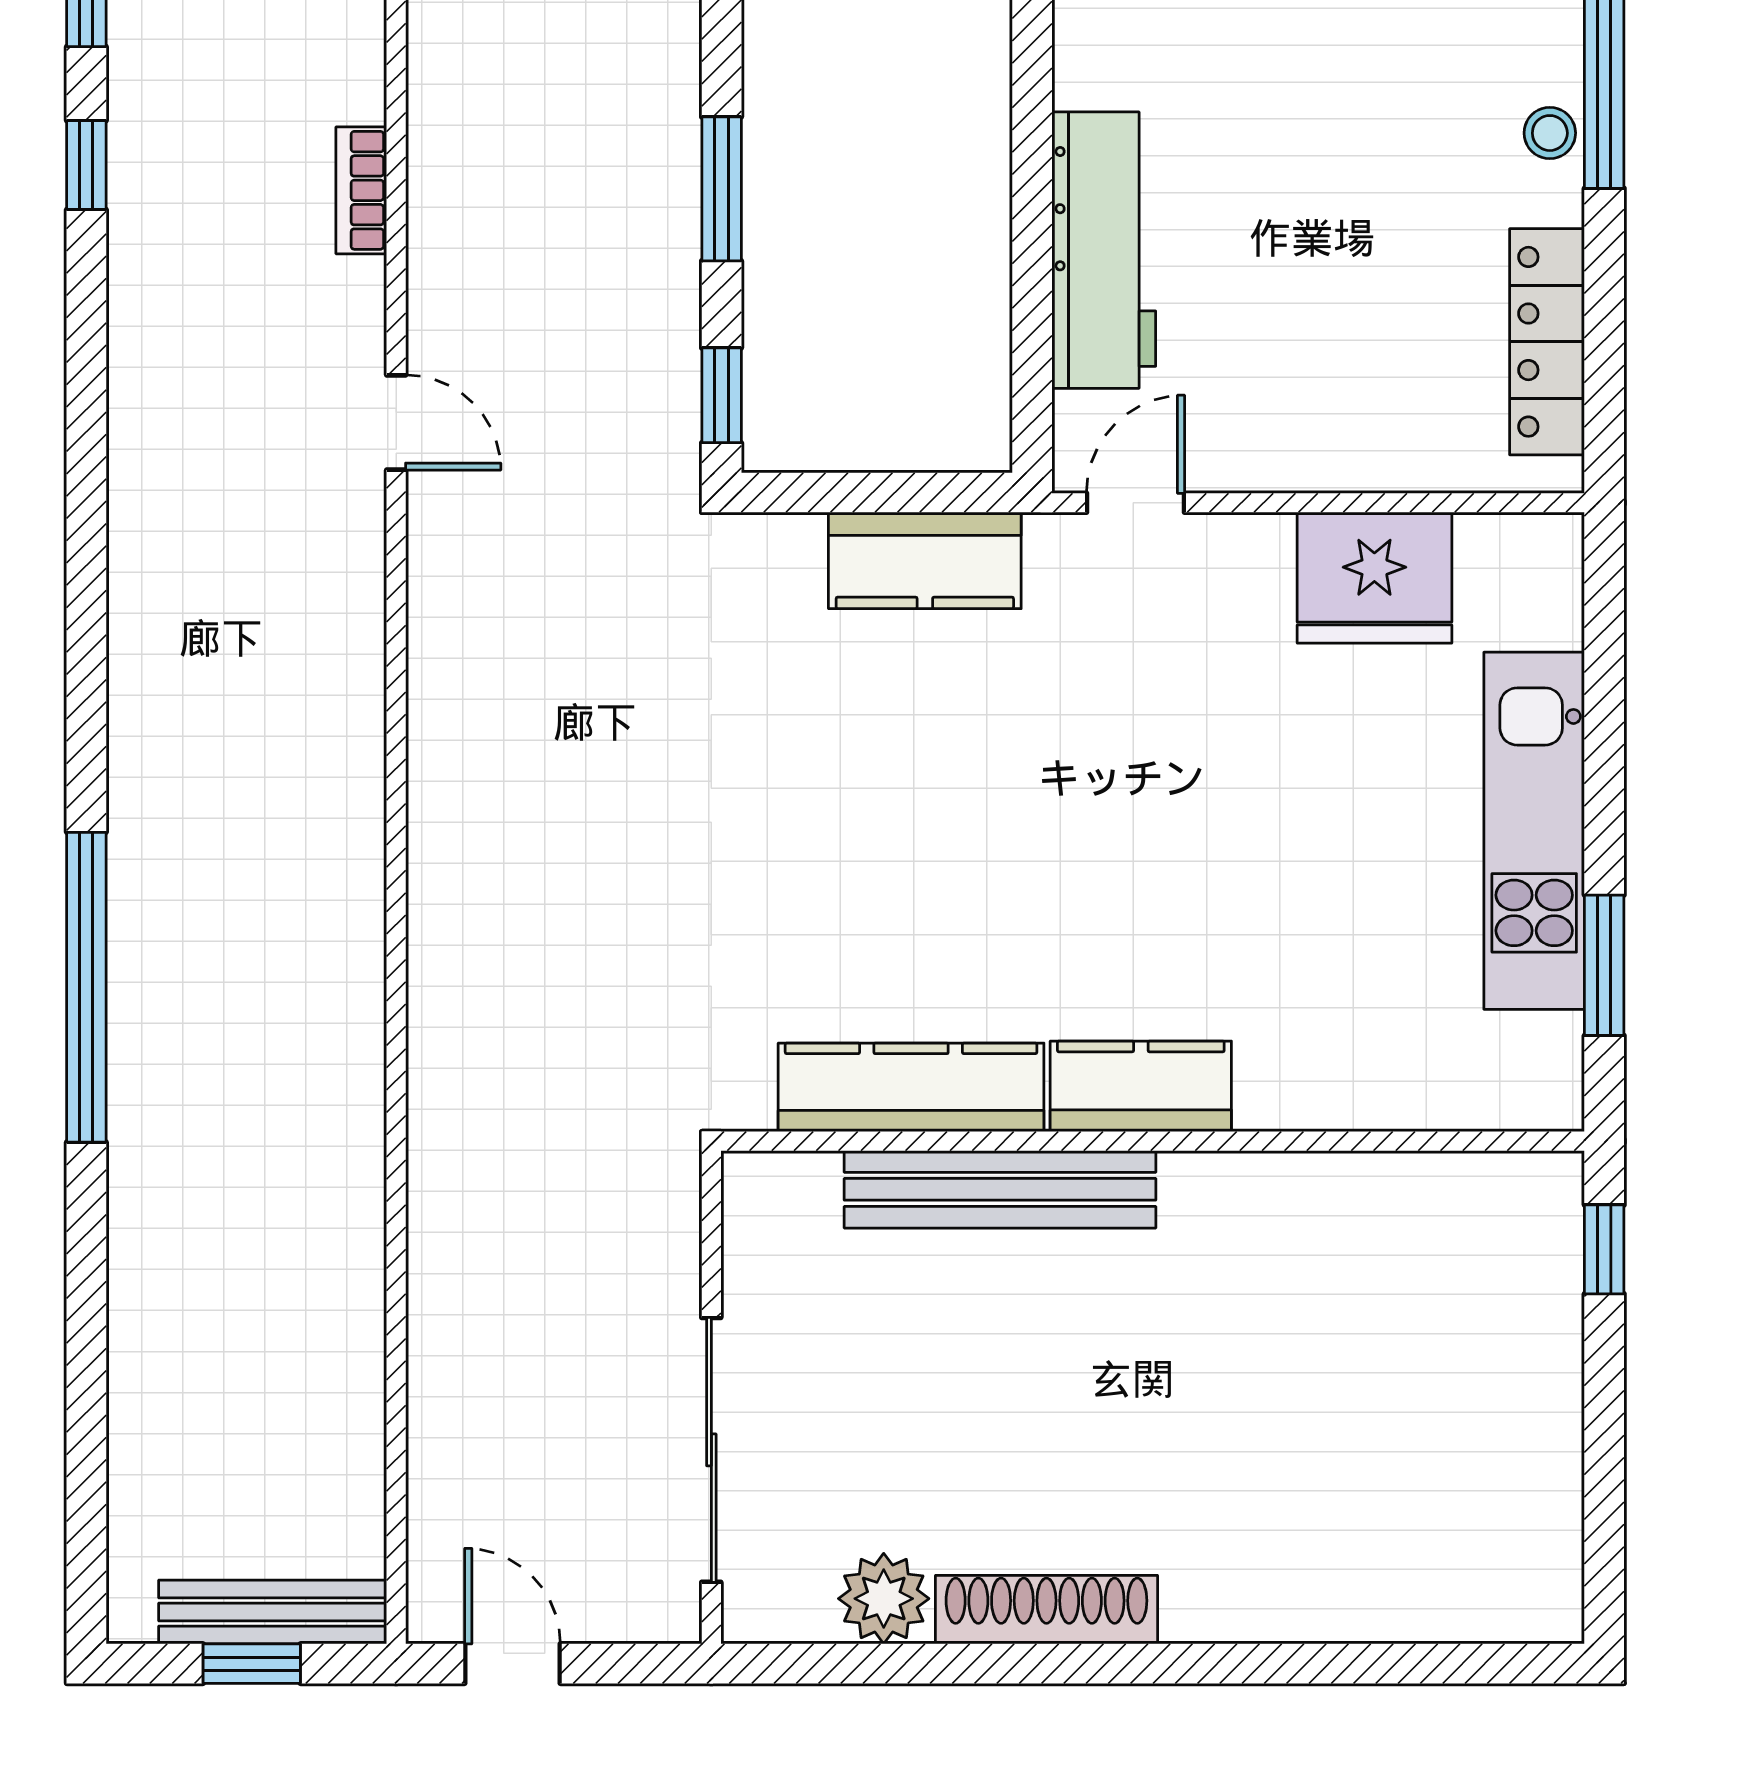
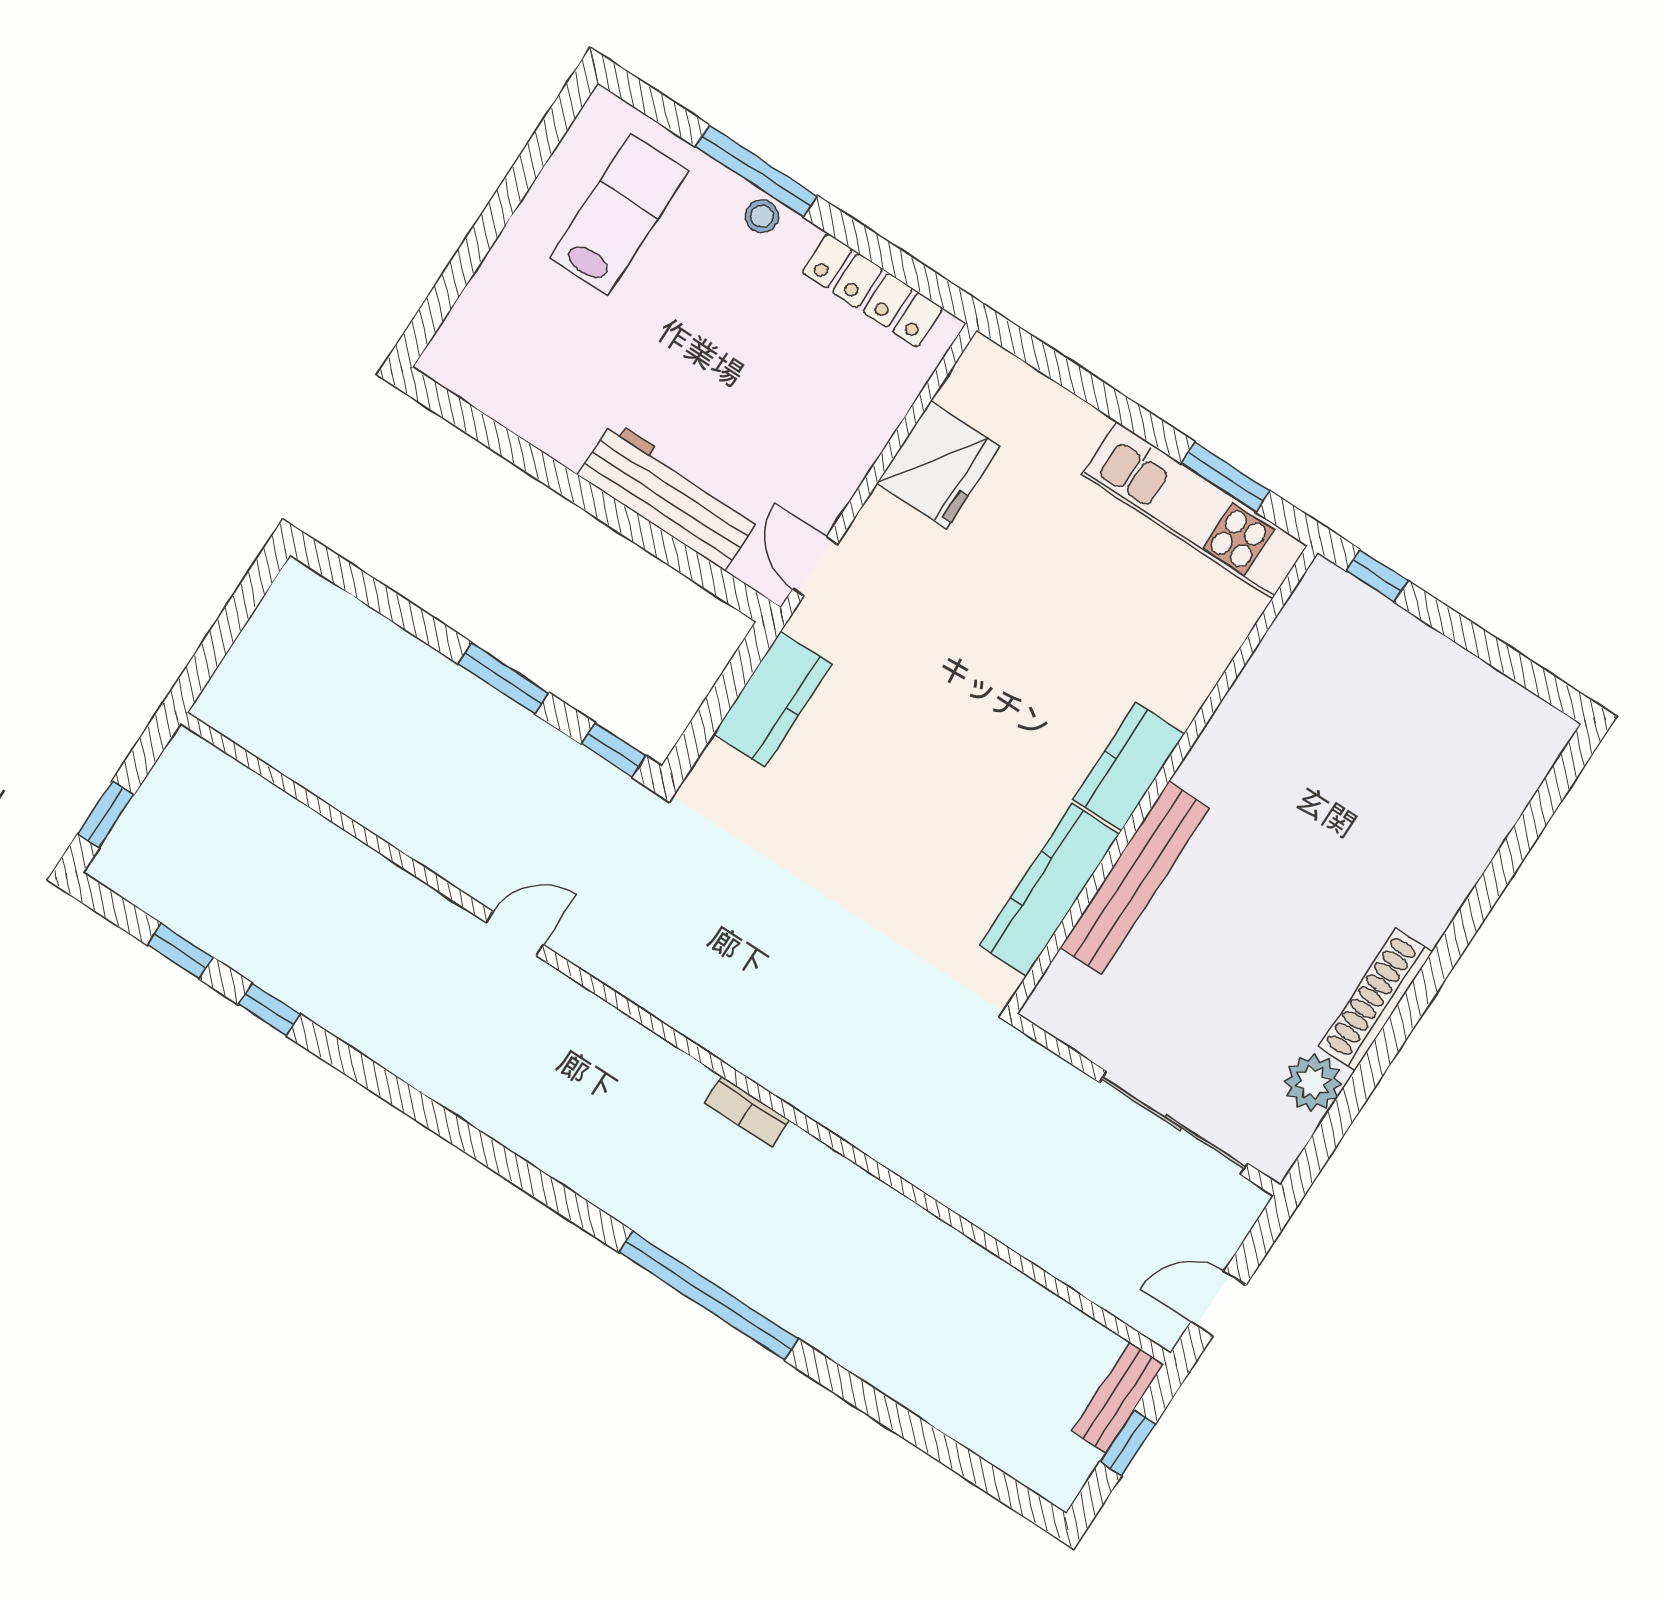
bookcase: (361, 190) -> (747, 1111), moved
kitchen unit: (1534, 831) -> (1195, 510), moved
bench: (273, 1612) -> (1118, 1397), width x0.73

